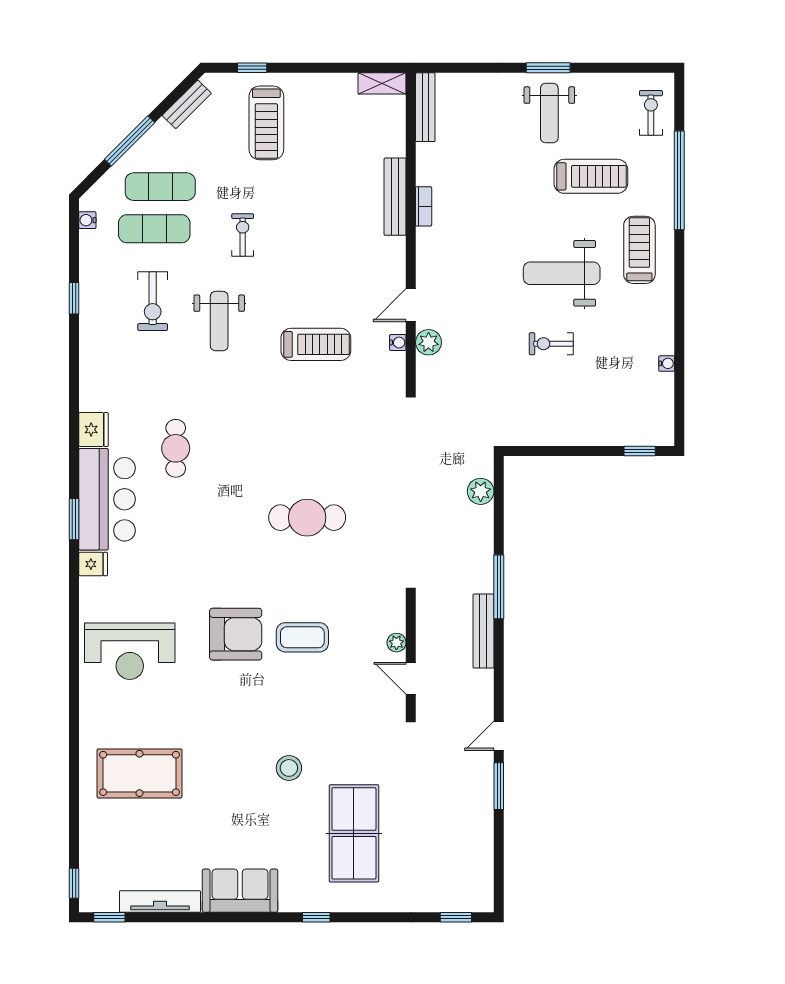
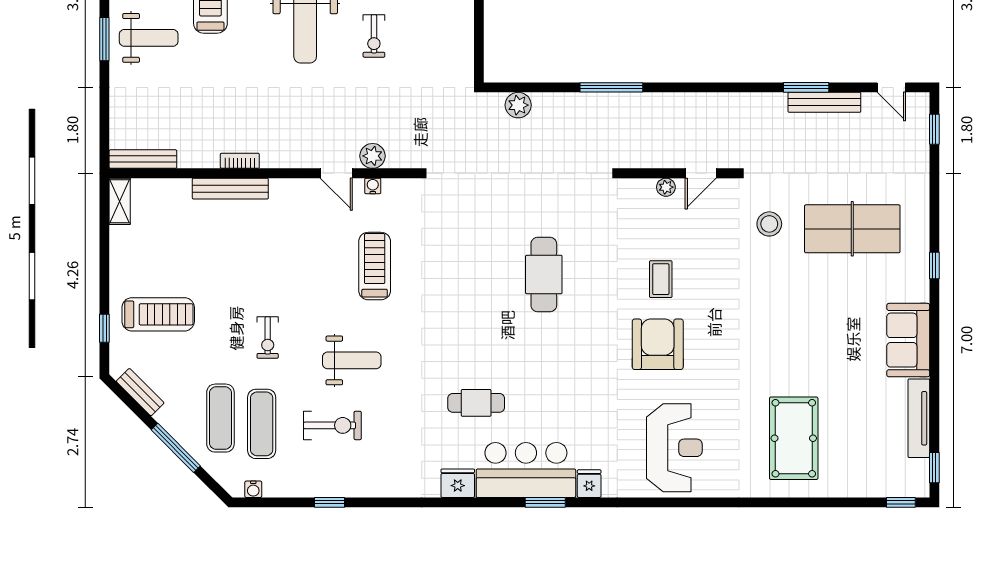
exercise bike: (243, 235) -> (268, 337), turned -90
bench: (483, 631) -> (824, 102), moved
coffee table: (302, 637) -> (661, 279), width x0.73, depth x0.77
door: (499, 736) -> (891, 87), moved
stool: (289, 768) -> (769, 224), moved

